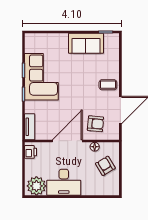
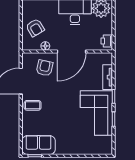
sofa: (86, 43) -> (39, 145), moved
armchair: (95, 124) -> (45, 68), turned 97
tv unit: (30, 127) -> (108, 77), moved

